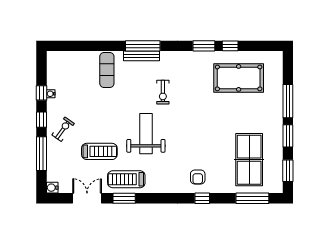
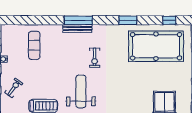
window: (230, 46) -> (169, 20), moved
exercise mat: (107, 70) -> (34, 45), moved
pool table: (239, 78) -> (156, 46), width x1.36, depth x1.32

